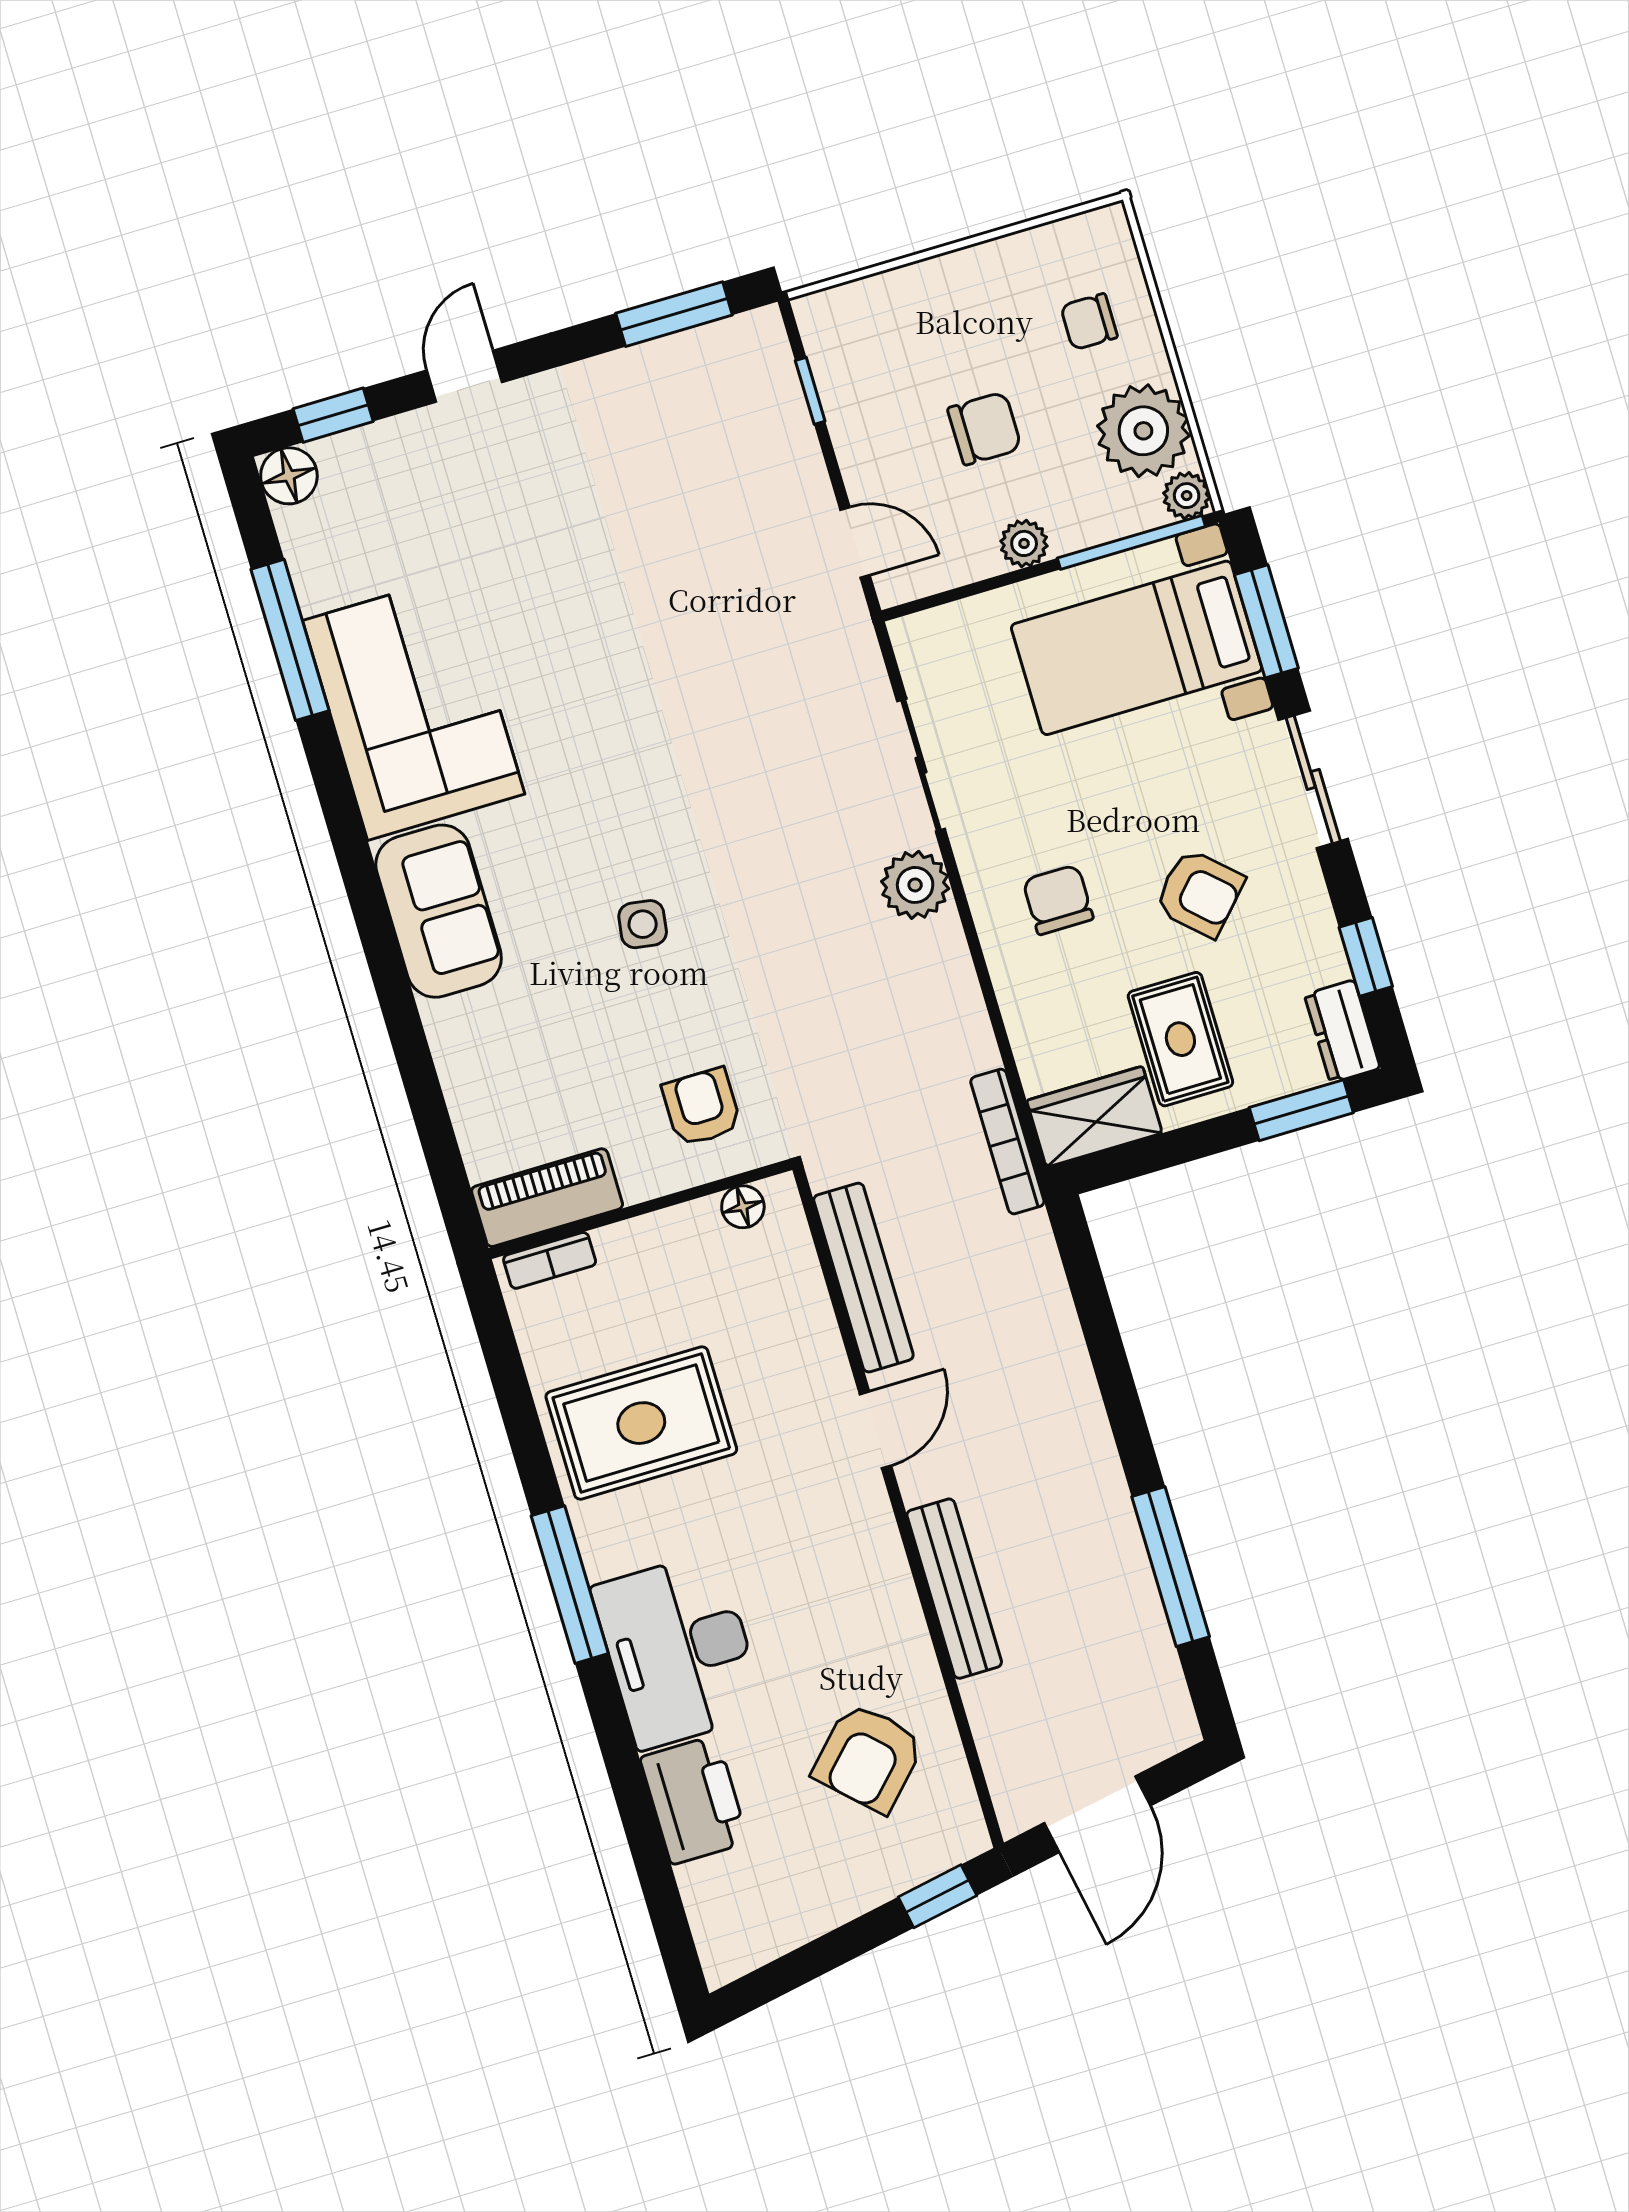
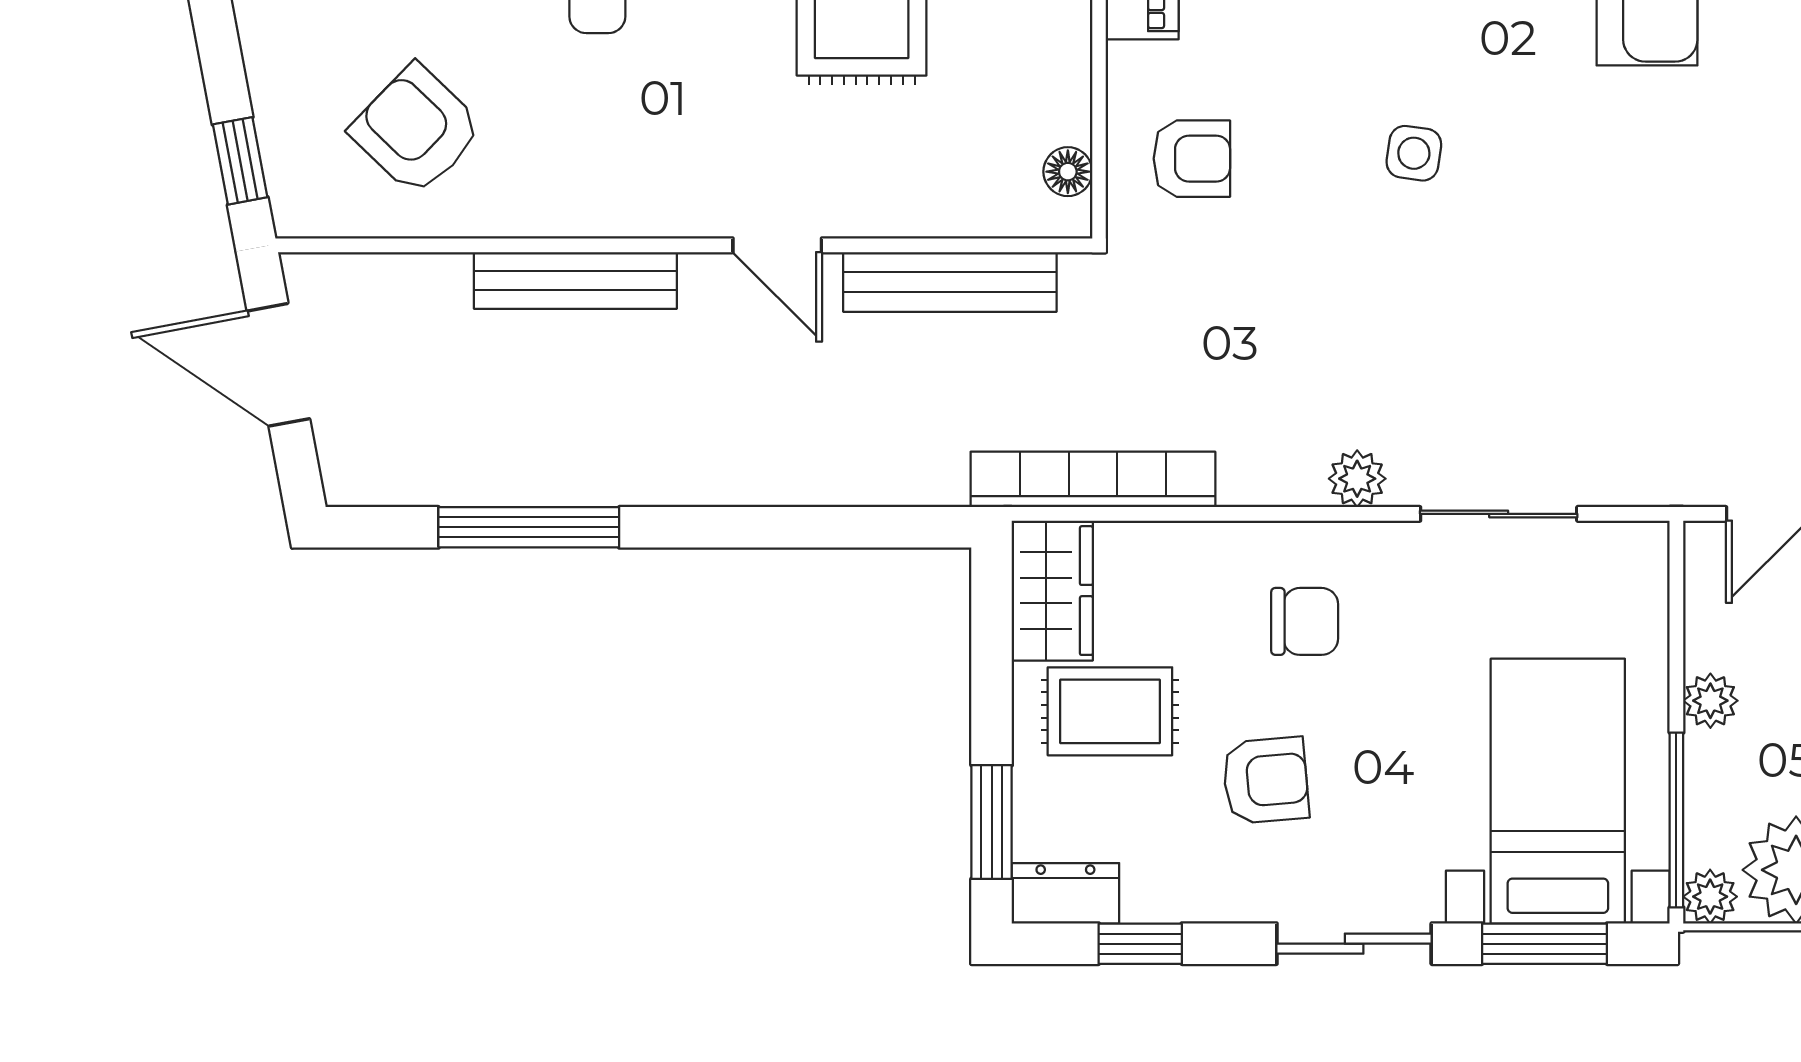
plant: (915, 885) -> (1357, 479), width x0.73, depth x0.73
armchair: (1199, 893) -> (1266, 780), turned -138
bookcase: (1007, 1142) -> (1093, 479), width x1.48, depth x1.31

